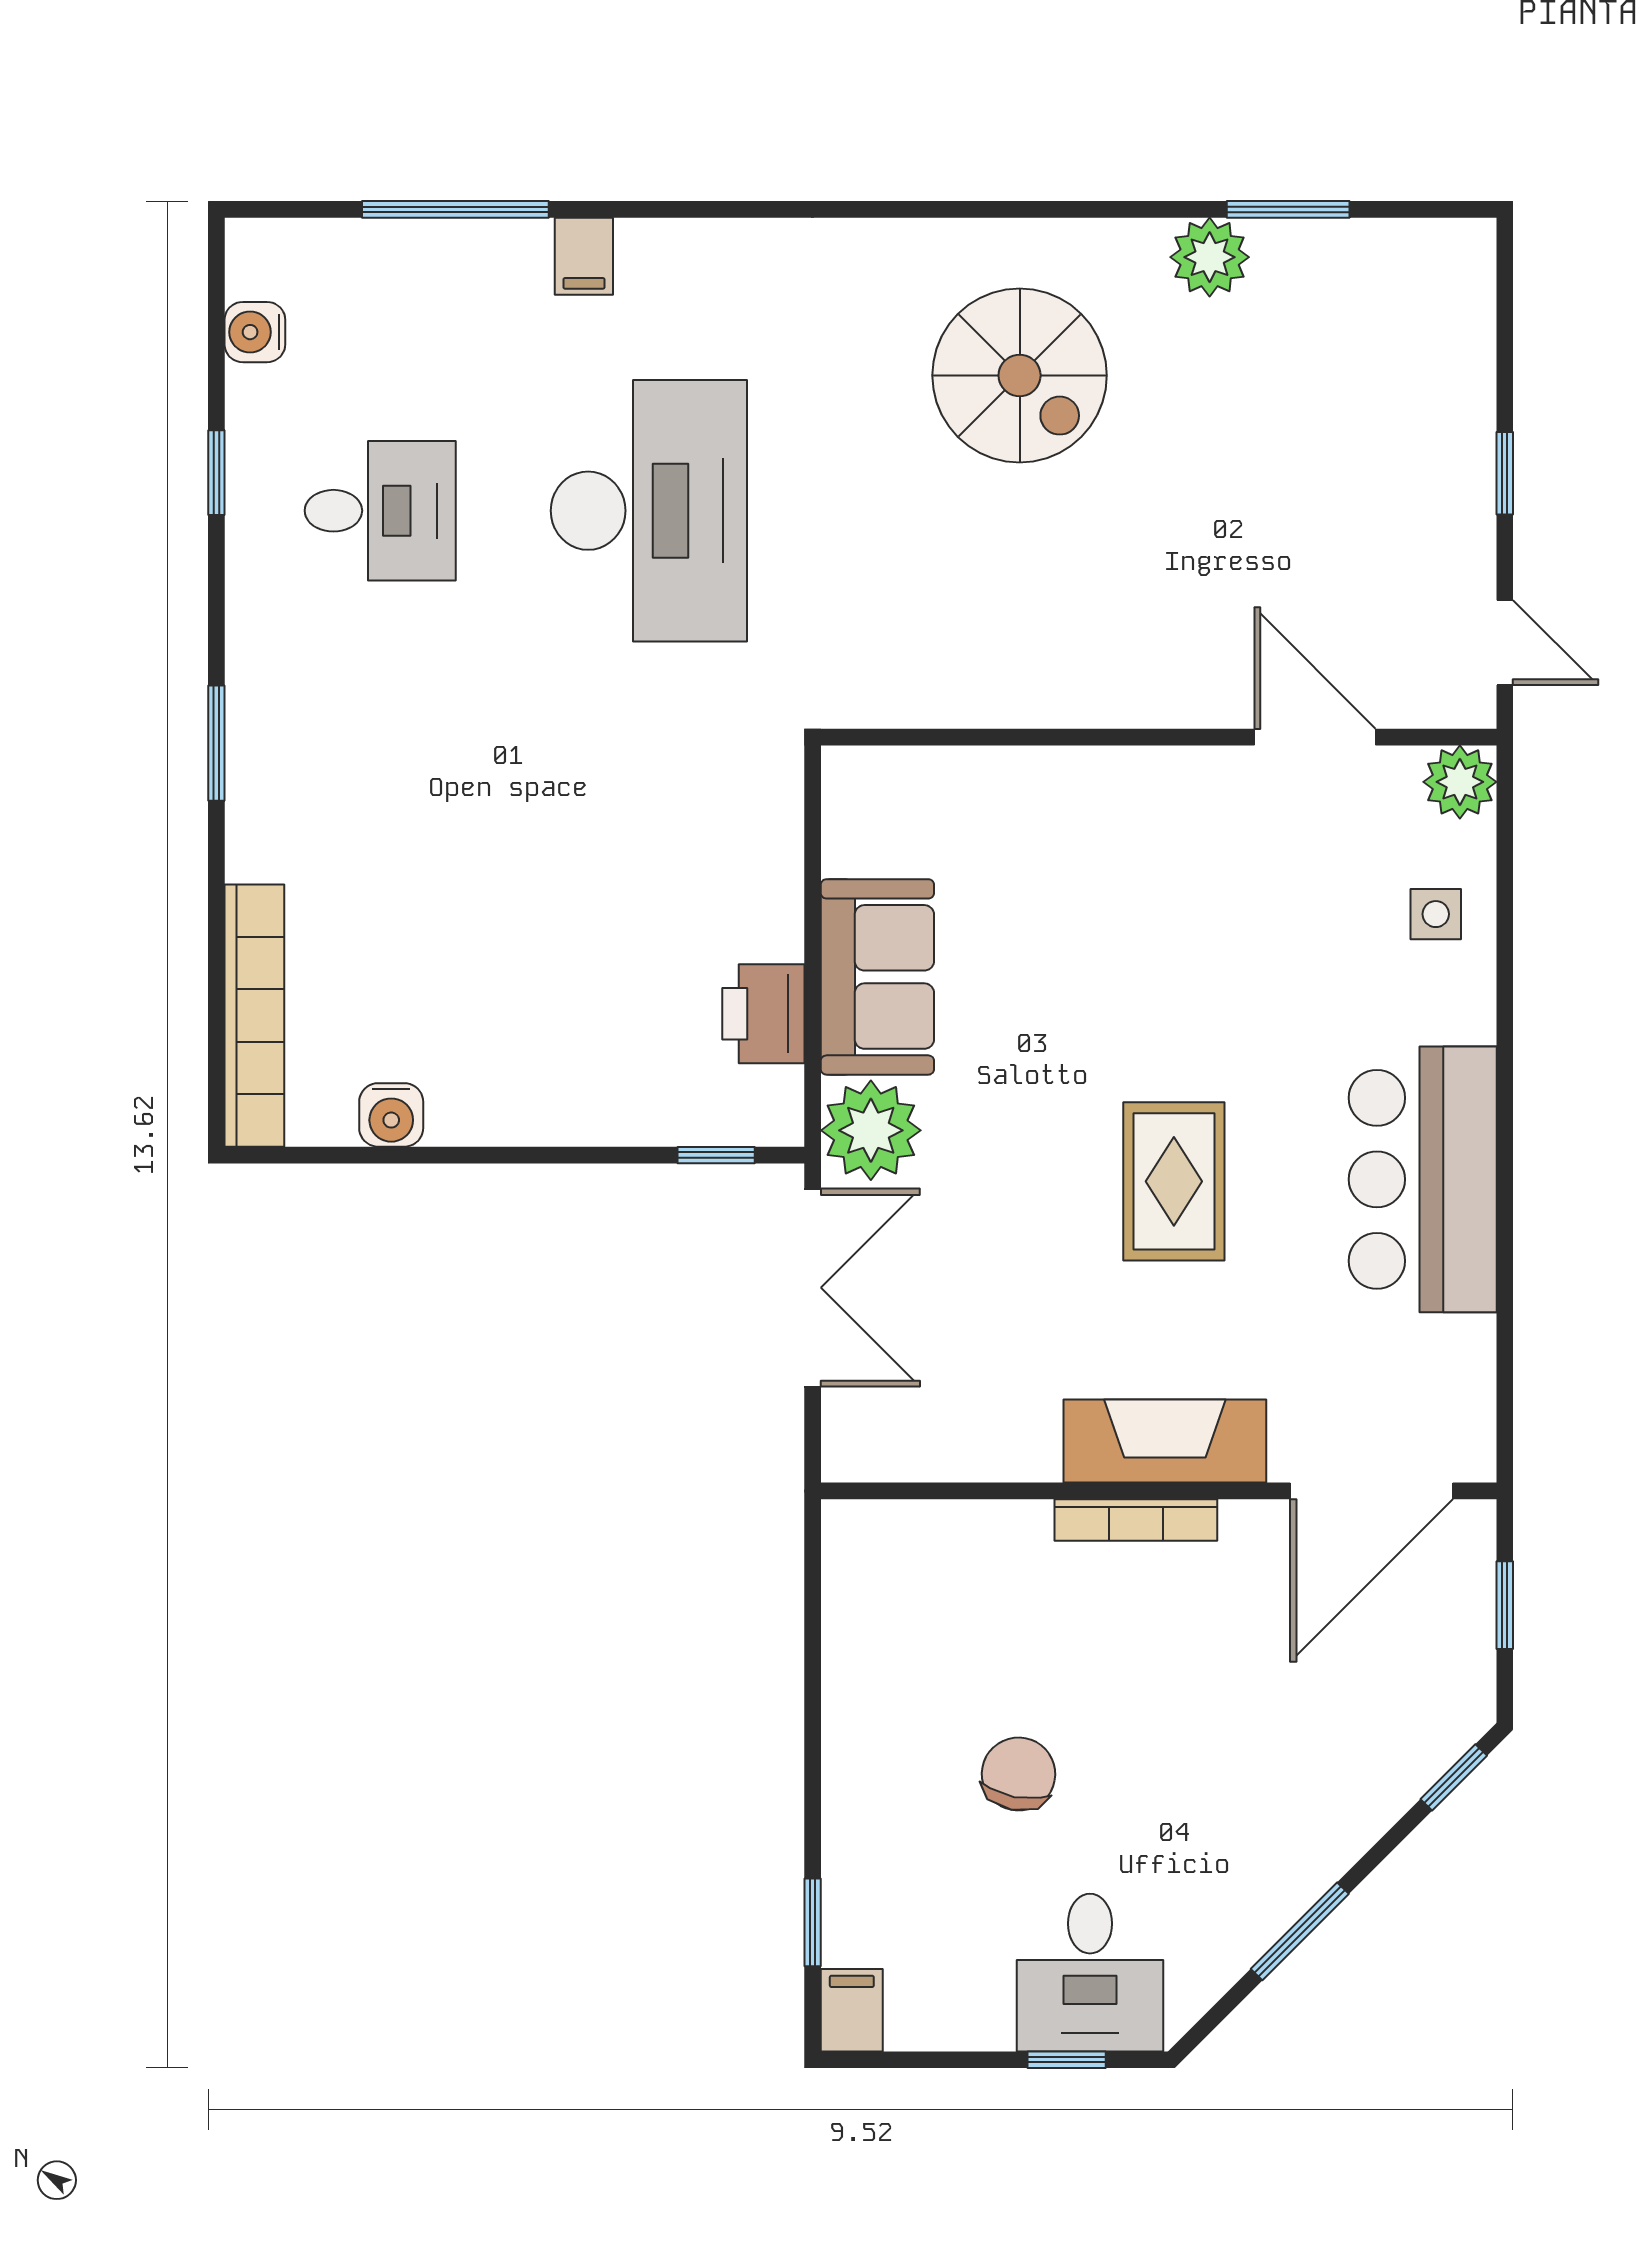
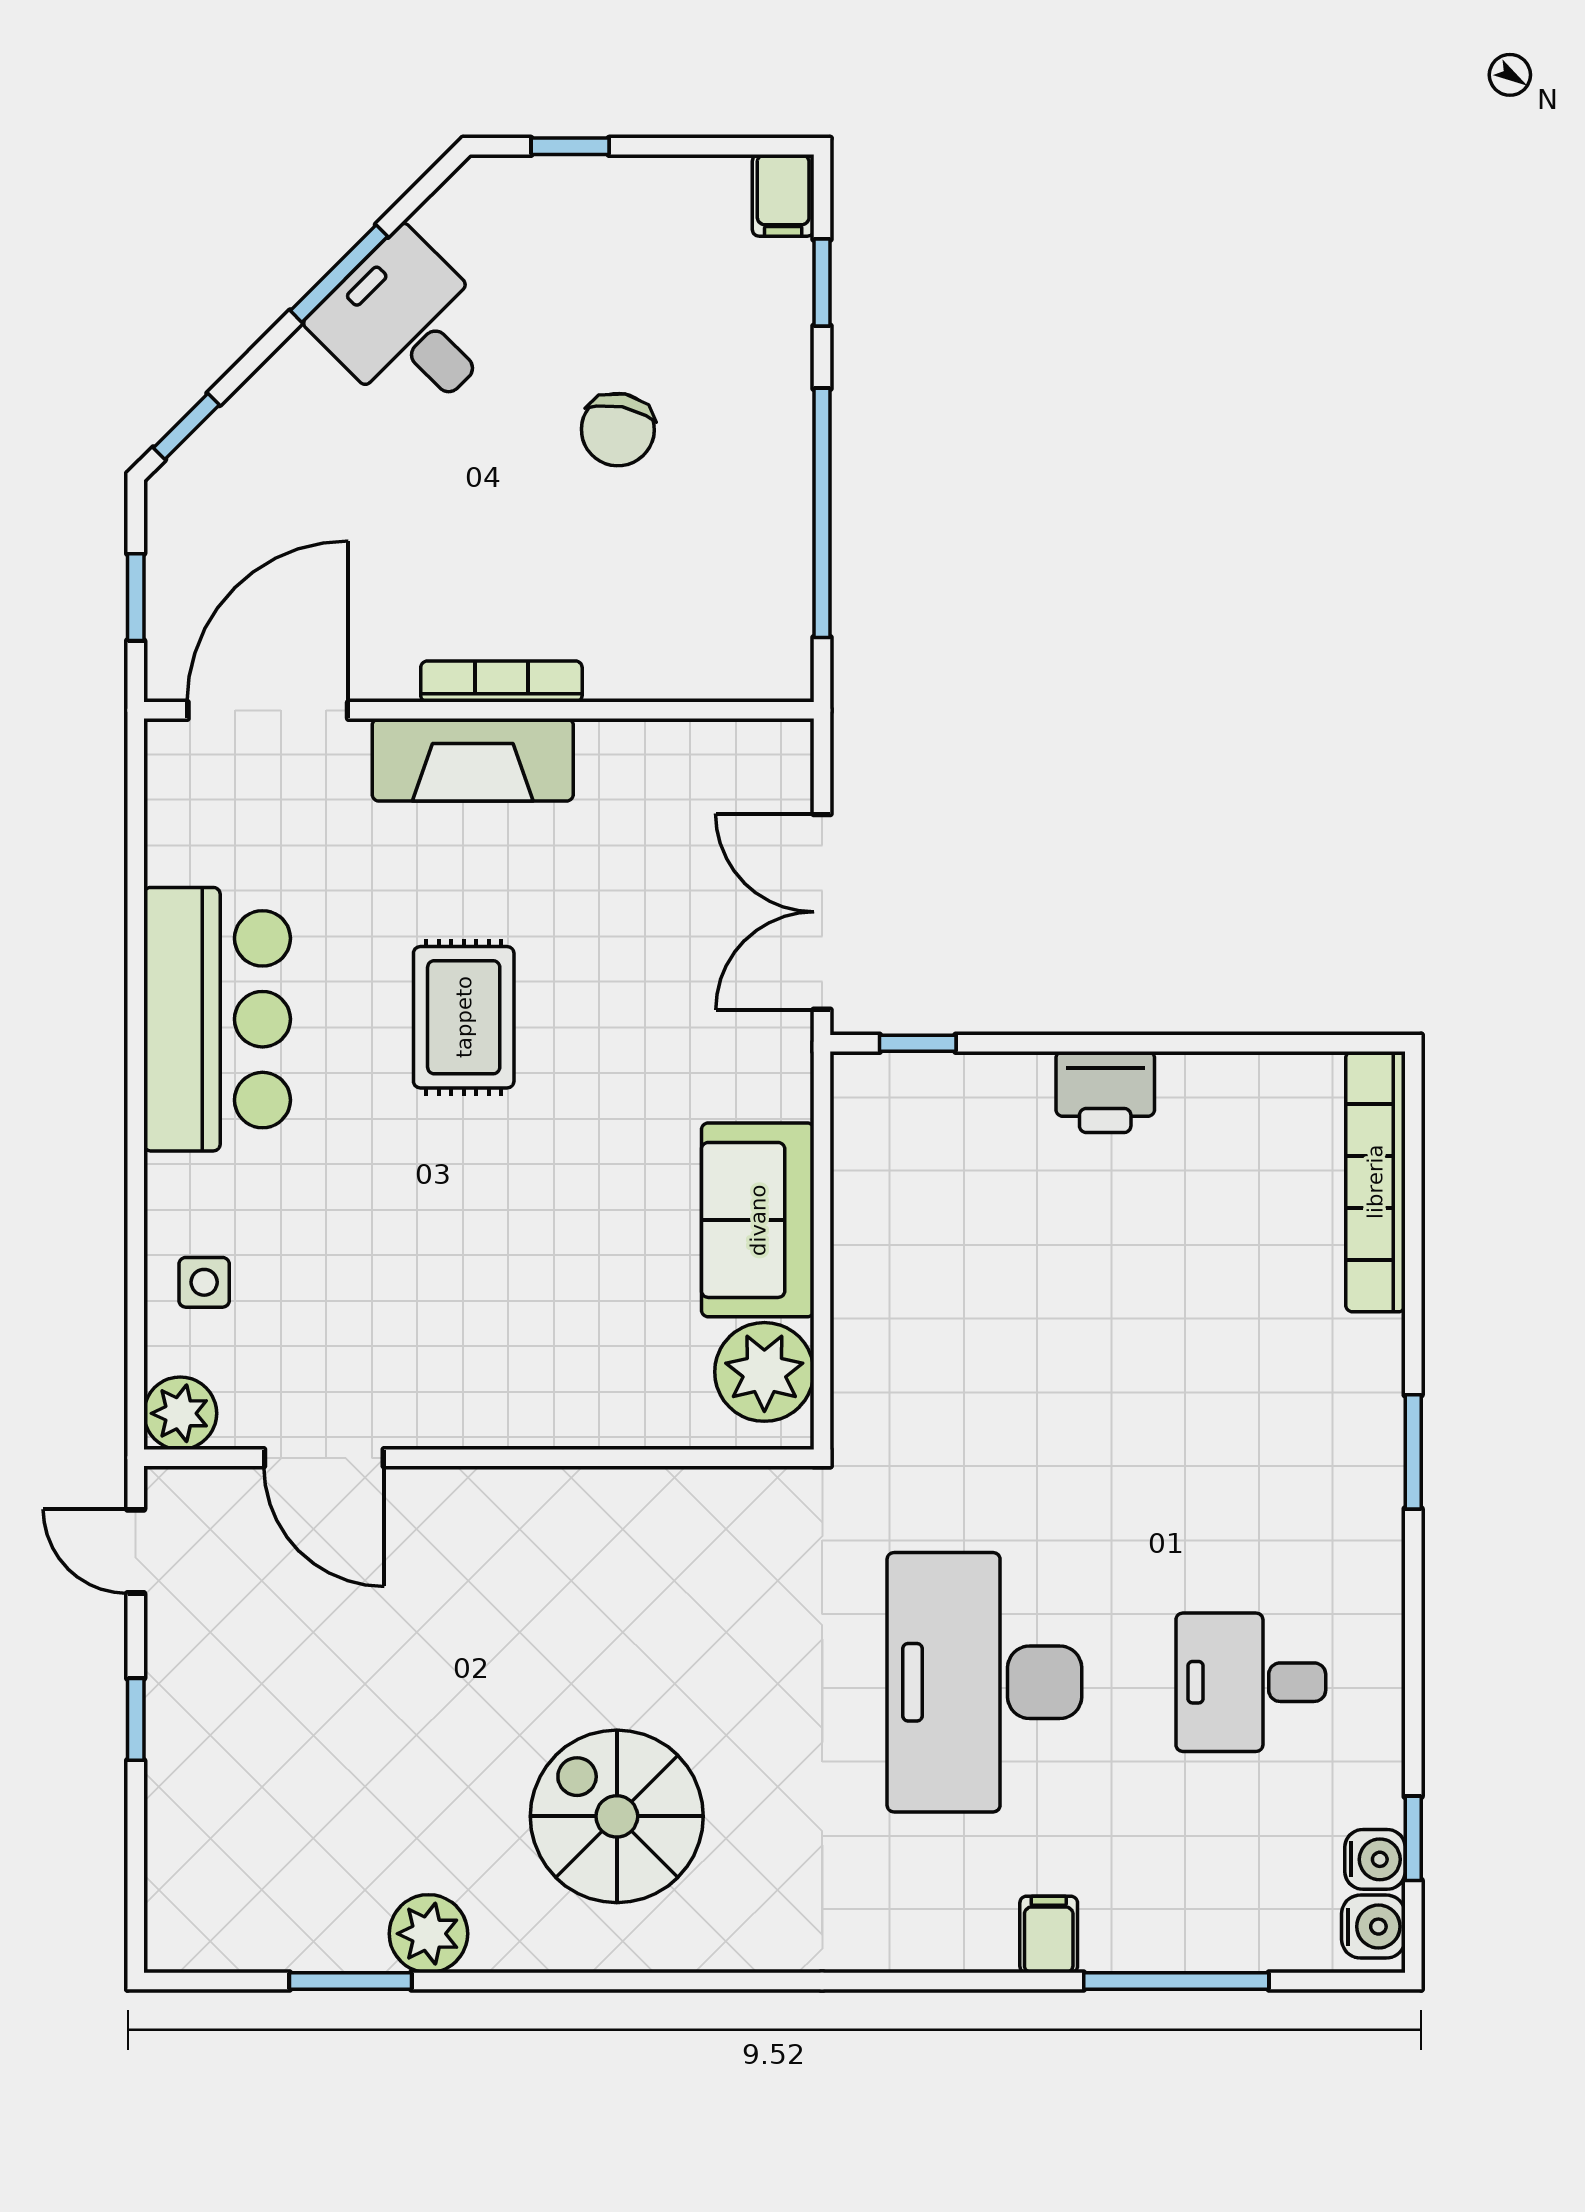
window: (216, 473) -> (1413, 1838), moved
printer: (763, 1014) -> (1105, 1092), moved, turned 90
water cooler: (391, 1115) -> (1373, 1927), moved, turned 90
plant: (871, 1130) -> (764, 1372), moved
window: (813, 1690) -> (822, 513), added
desk: (1090, 1973) -> (408, 327), moved, turned -45

